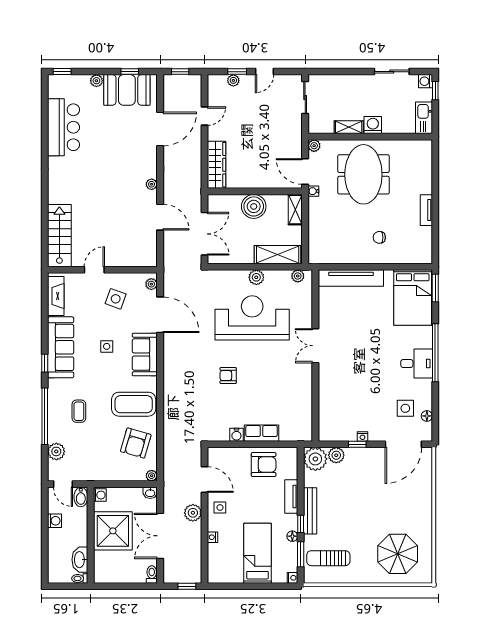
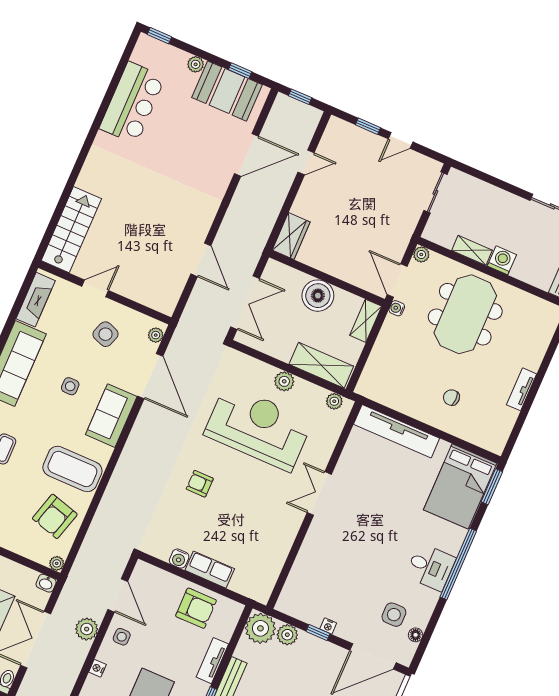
plant: (233, 80) -> (359, 135), removed
wardrobe: (217, 165) -> (291, 236), width x0.67
plant: (152, 184) -> (208, 216), removed

